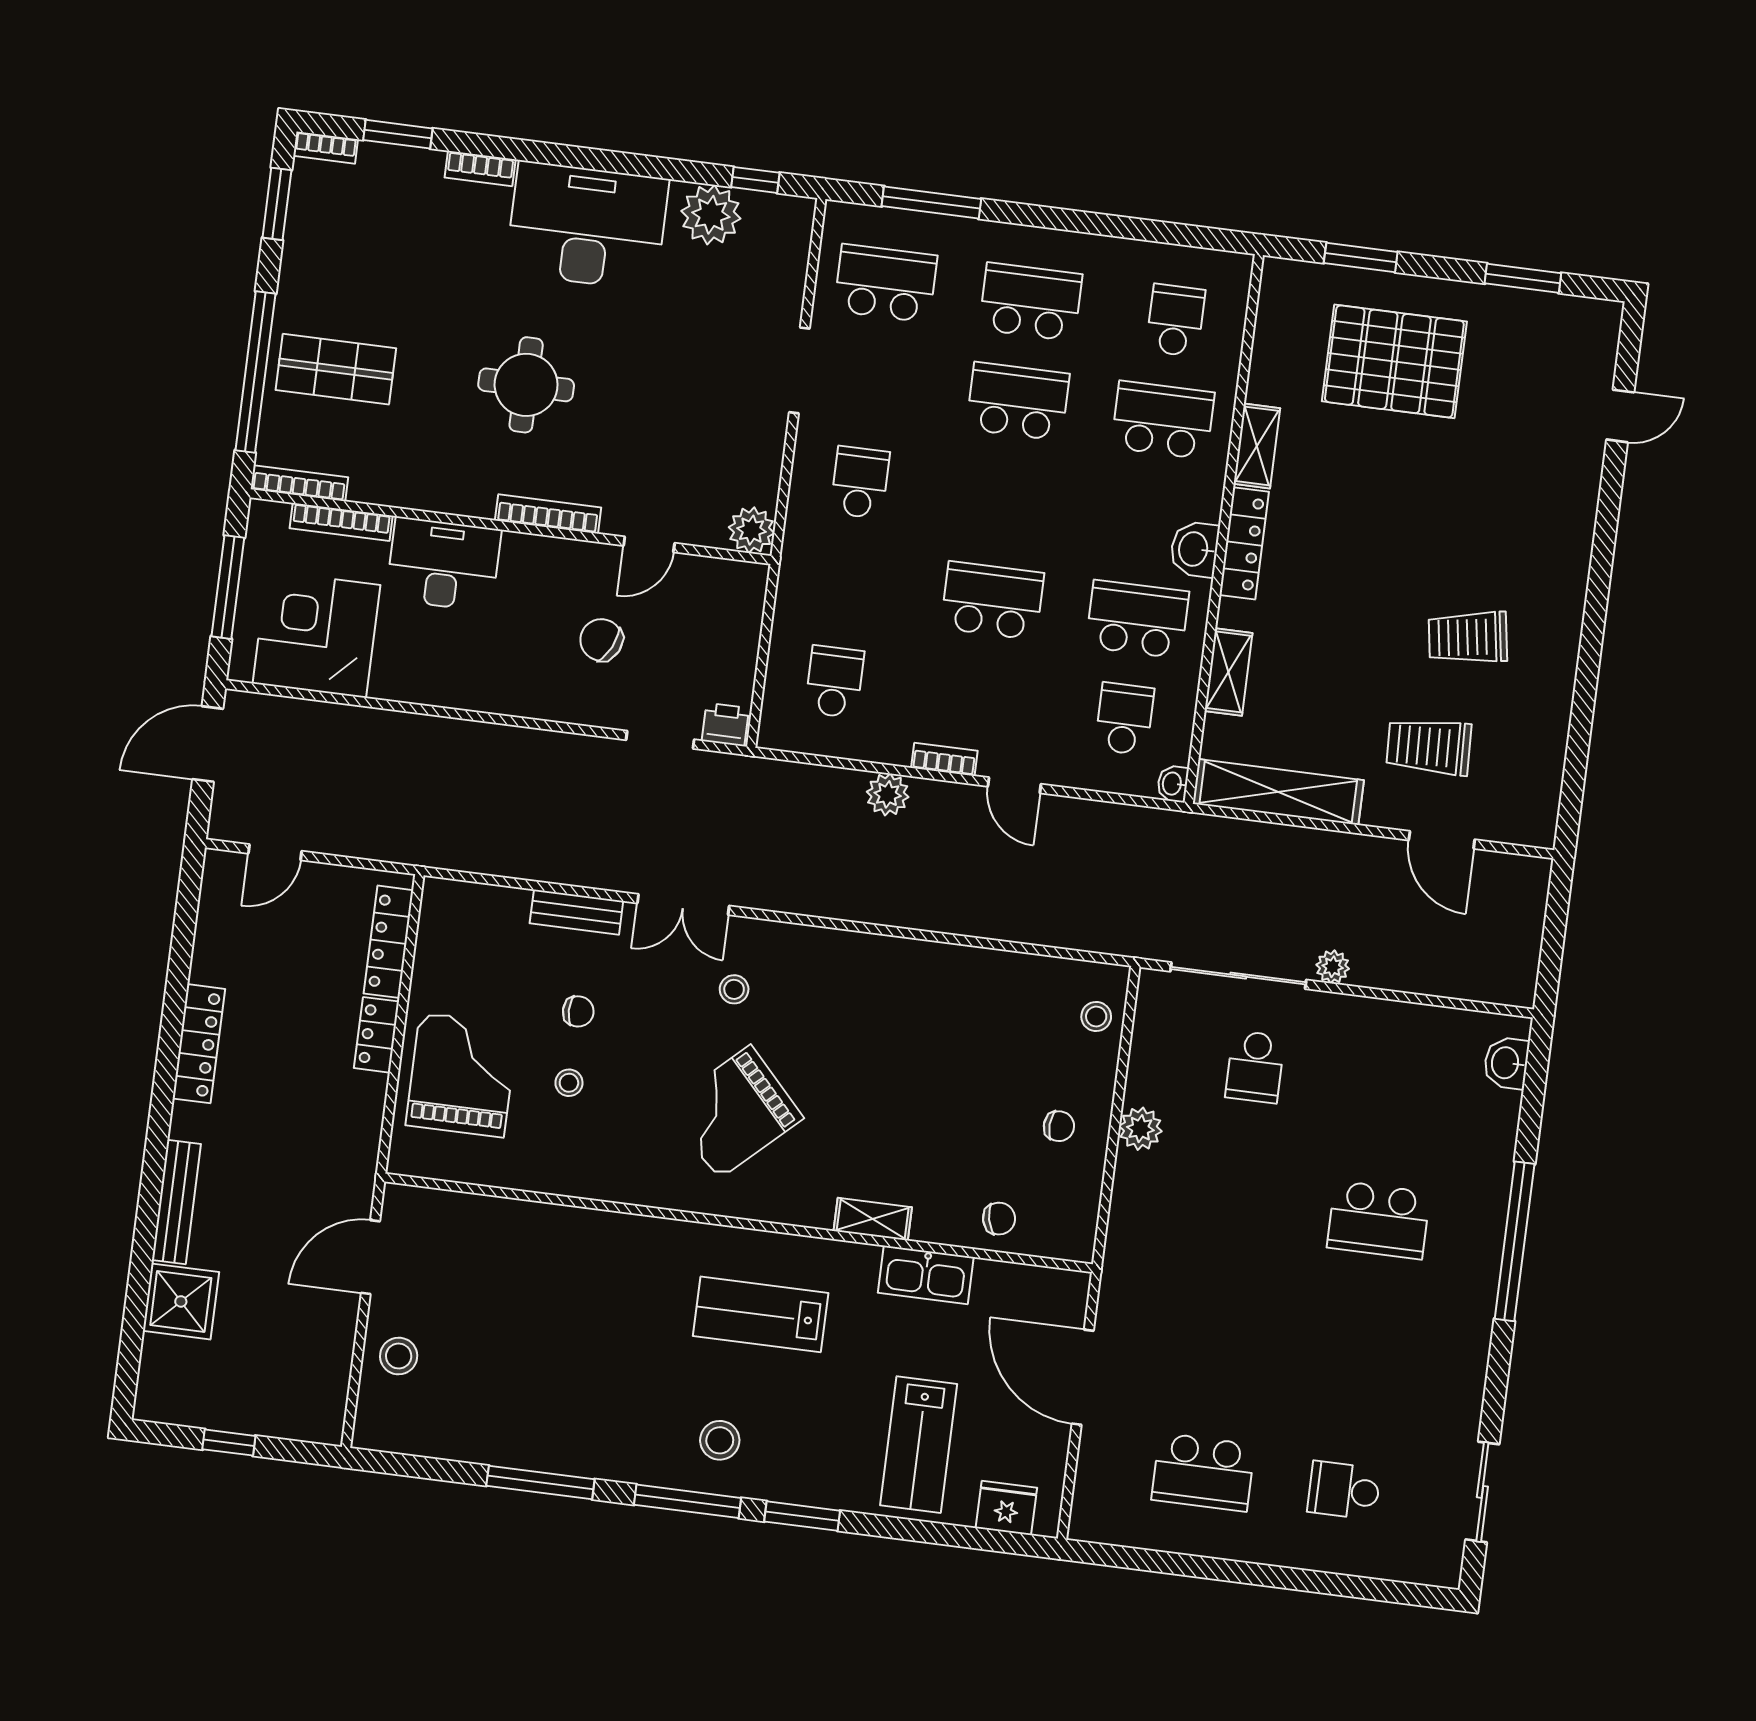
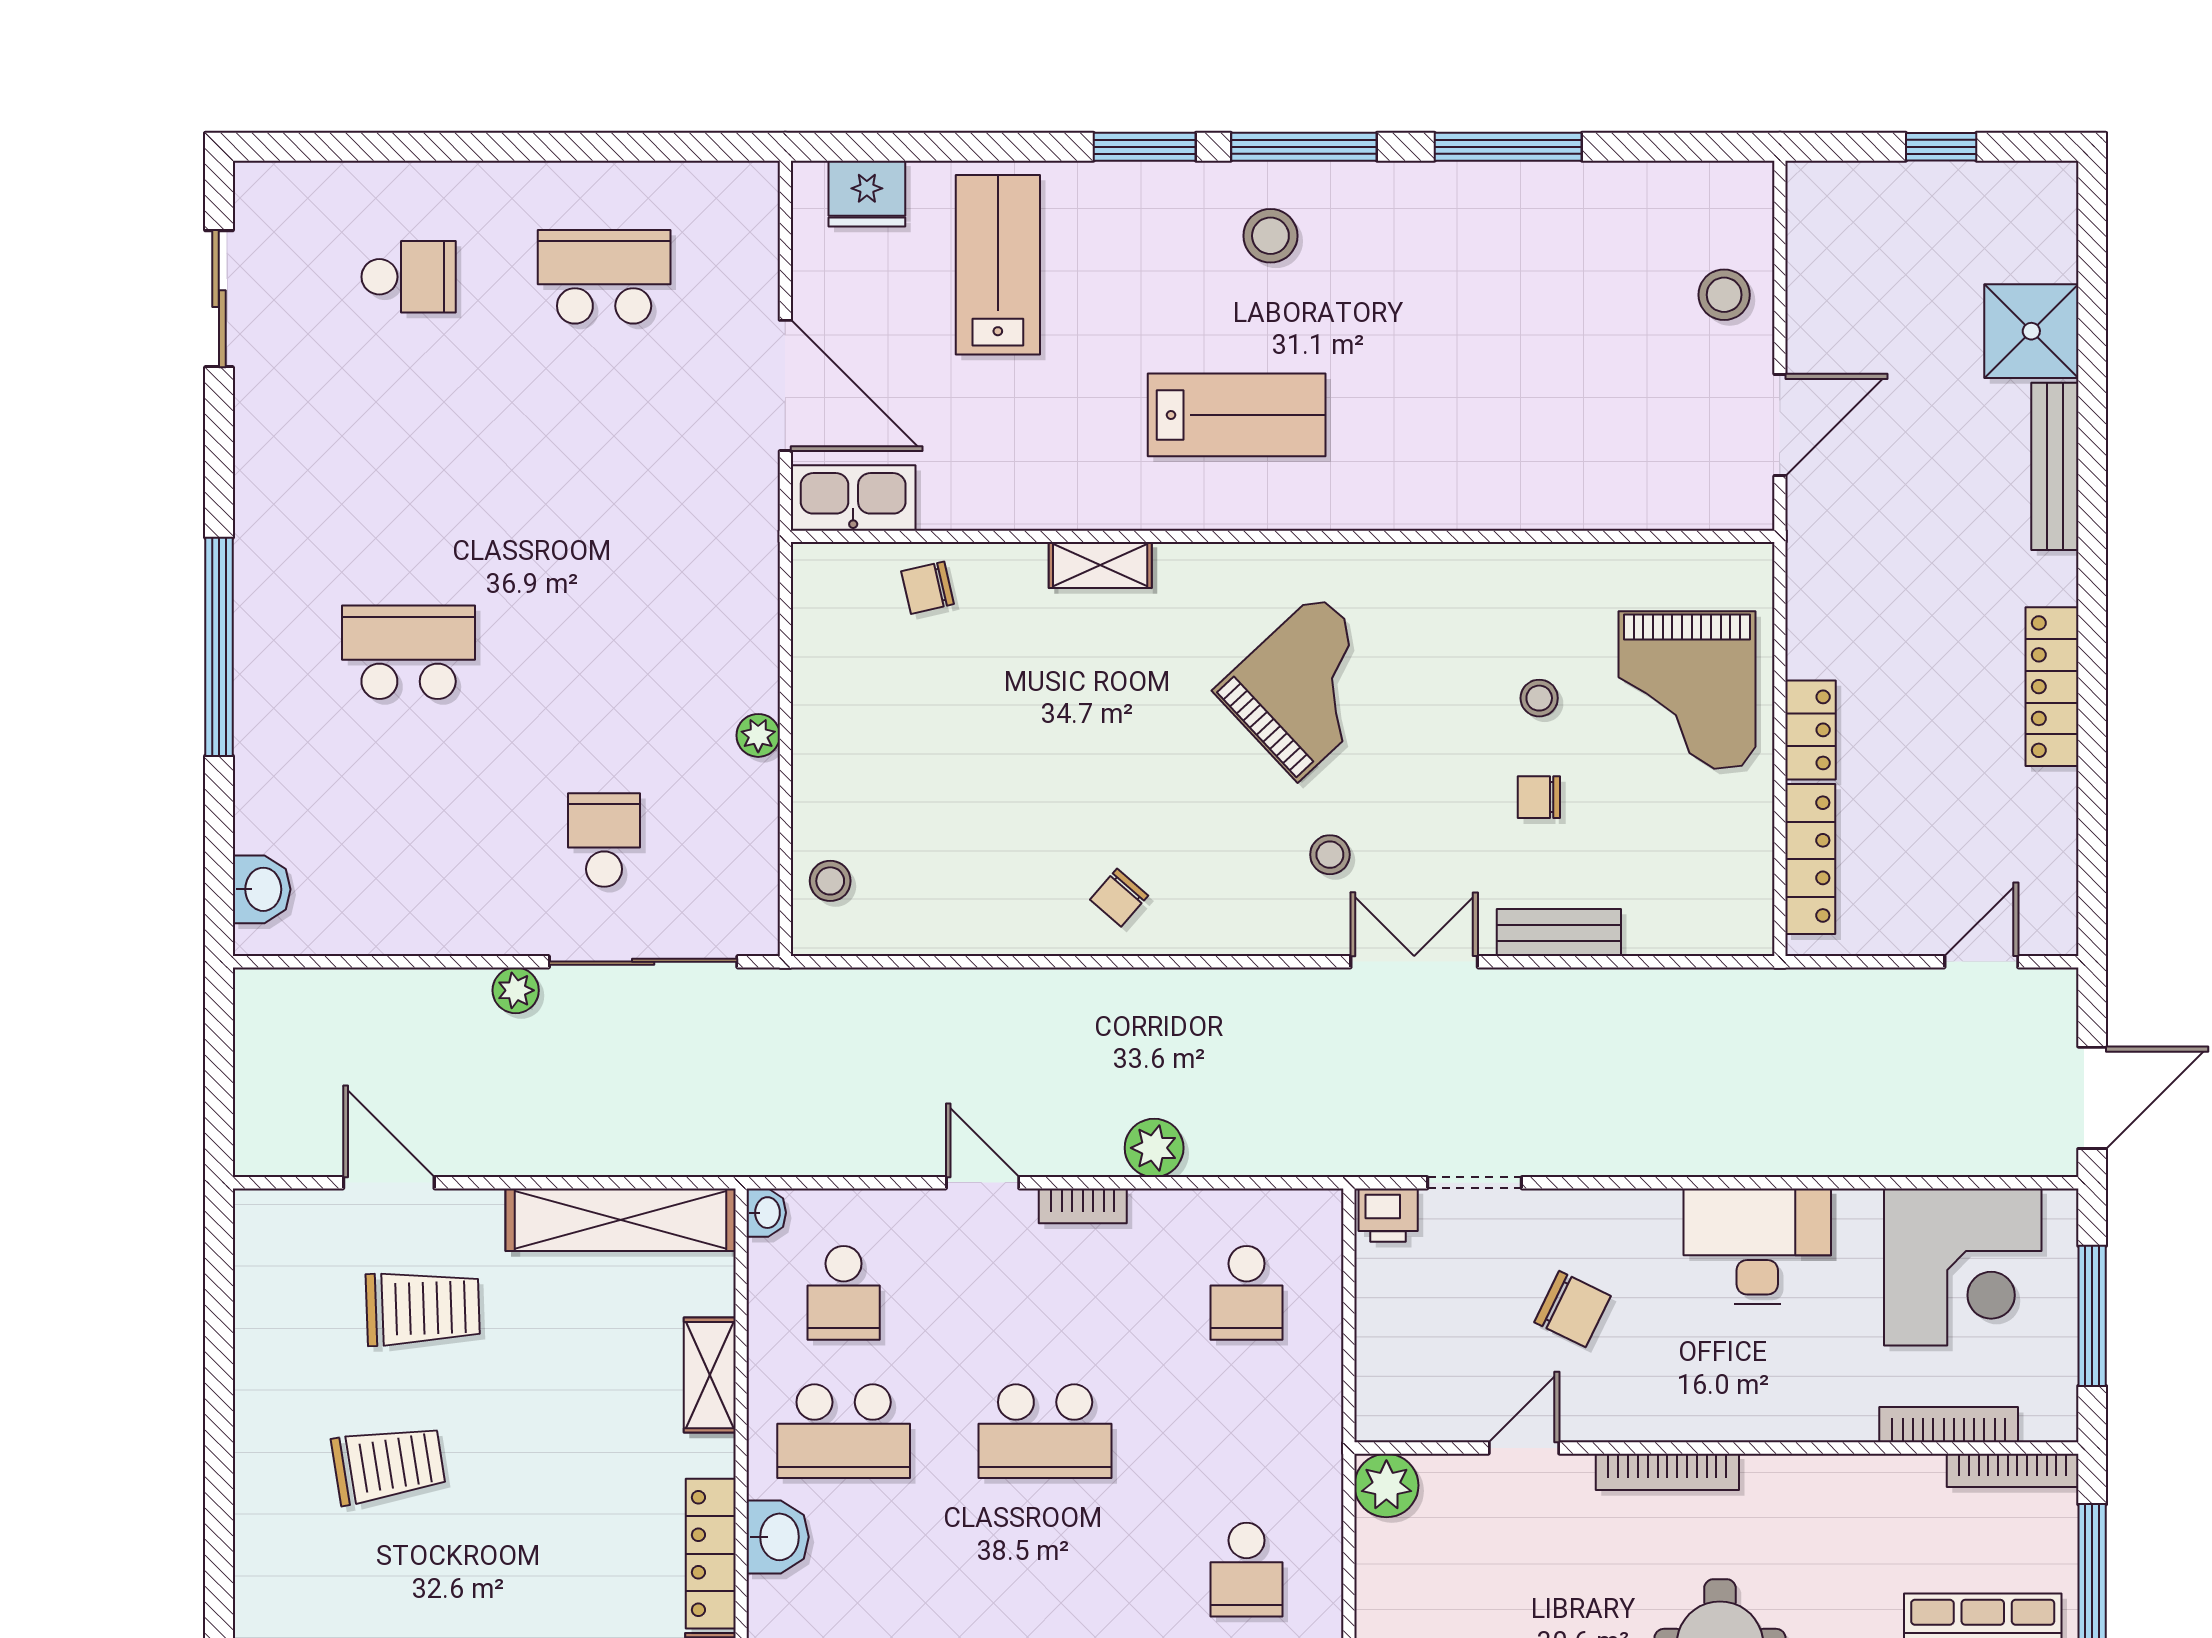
desk: (444, 564) -> (1757, 1246), moved, turned 180
chair: (1059, 1126) -> (1119, 898), moved, turned -52
plant: (1140, 1129) -> (758, 735), width x0.73, depth x0.73
kitchen sink: (926, 1275) -> (853, 498), moved

